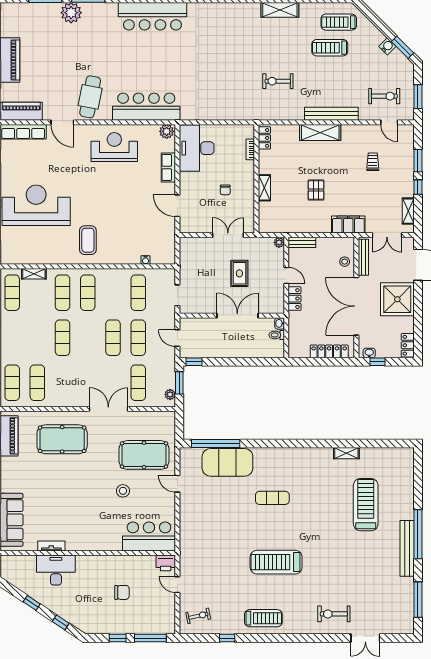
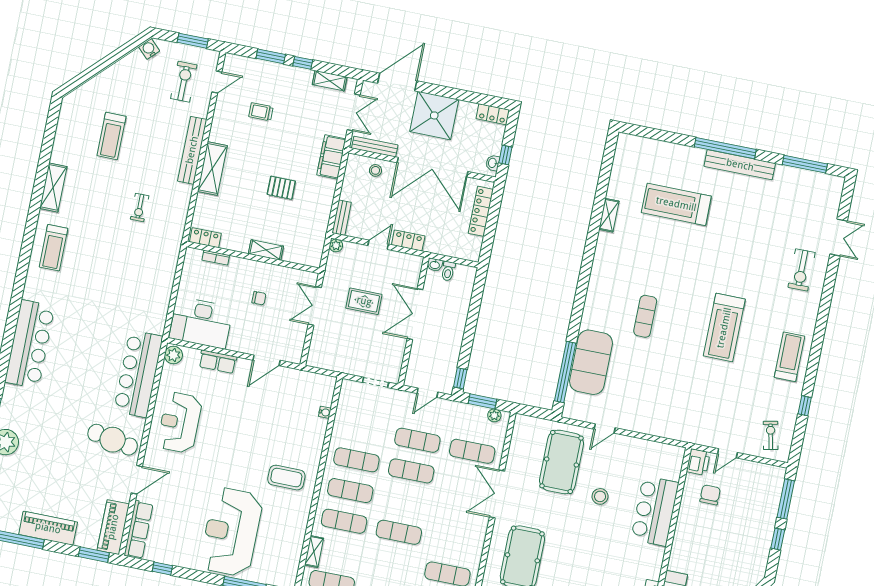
treadmill: (339, 22) -> (54, 248), moved
water cooler: (387, 46) -> (149, 49), moved
window: (403, 47) -> (129, 47), removed
exercise bike: (278, 81) -> (140, 207), width x0.73, depth x0.72
exercise mat: (138, 293) -> (356, 460), moved
bar counter: (149, 536) -> (655, 511), moved
chair: (122, 592) -> (710, 495), moved

